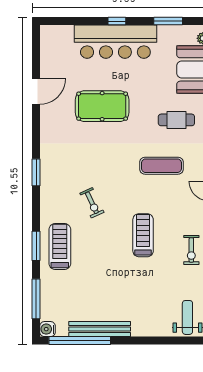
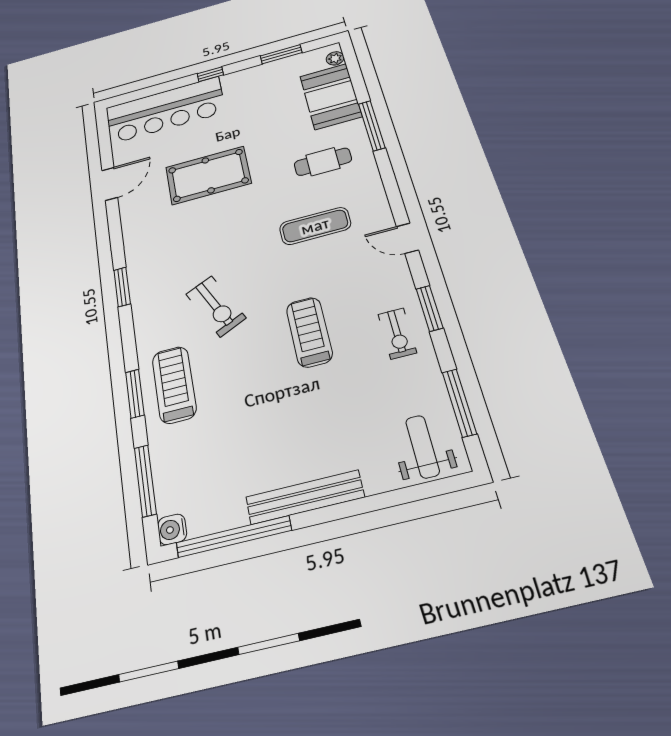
bar counter: (115, 42) -> (165, 110), moved
exercise bike: (92, 203) -> (216, 306), width x1.38, depth x1.39
bench: (100, 329) -> (305, 497), moved

